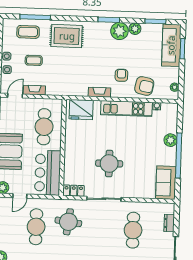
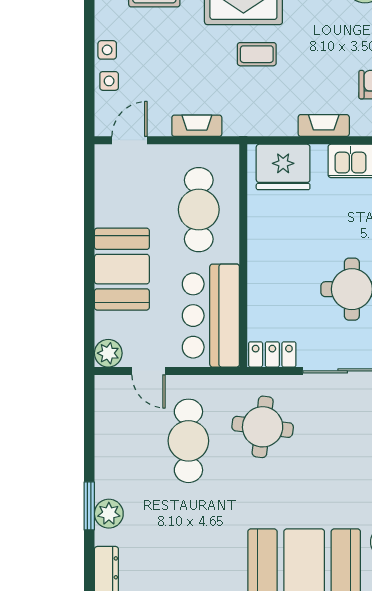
coffee table: (34, 60) -> (257, 54), moved
fireplace: (34, 90) -> (197, 126), moved
door: (20, 196) -> (149, 371), hinge flipped

